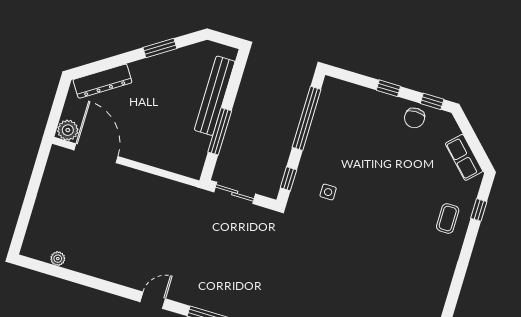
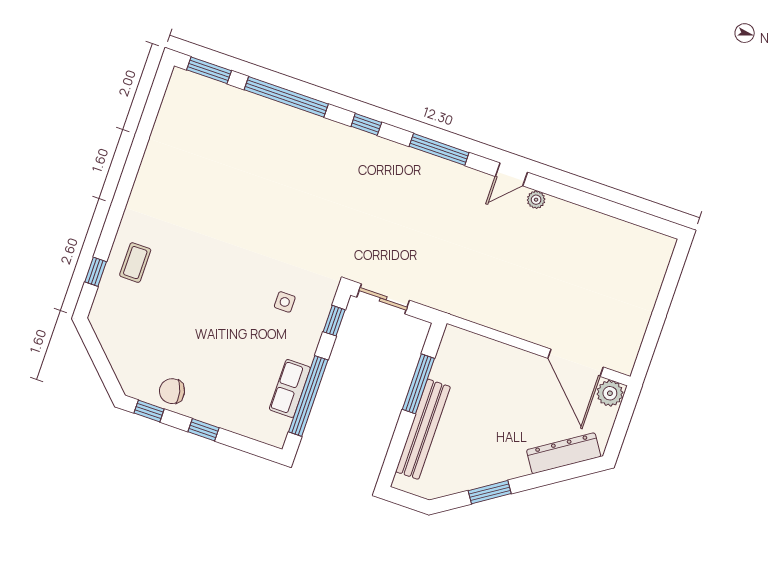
chair: (415, 118) -> (172, 391), turned -103
row of seats: (464, 157) -> (290, 388), moved, turned -135
sliding door: (235, 193) -> (383, 299), moved
plant: (58, 259) -> (536, 200), moved

